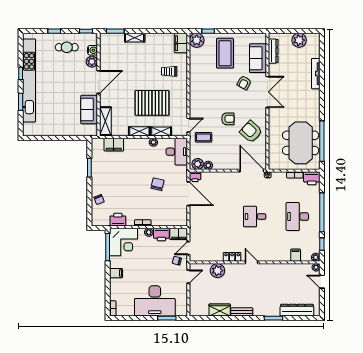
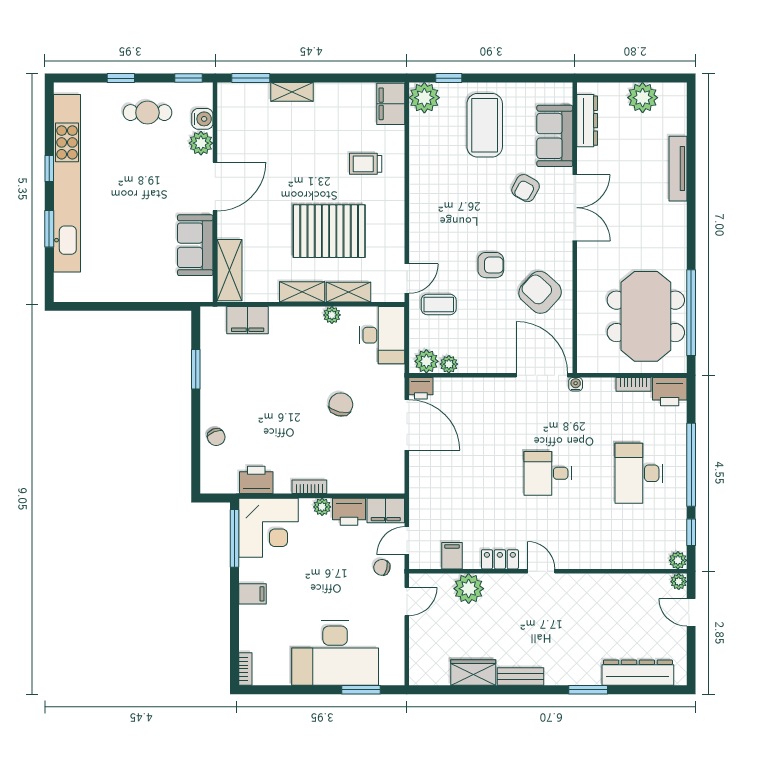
filing cabinet: (296, 255) -> (452, 556), moved

